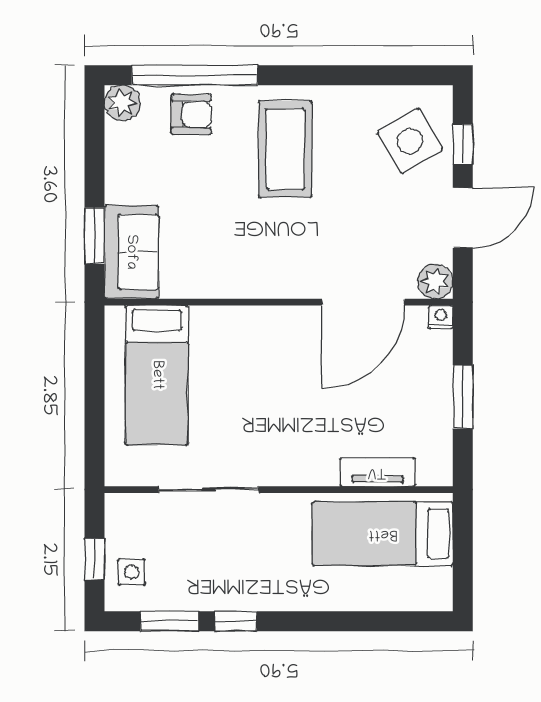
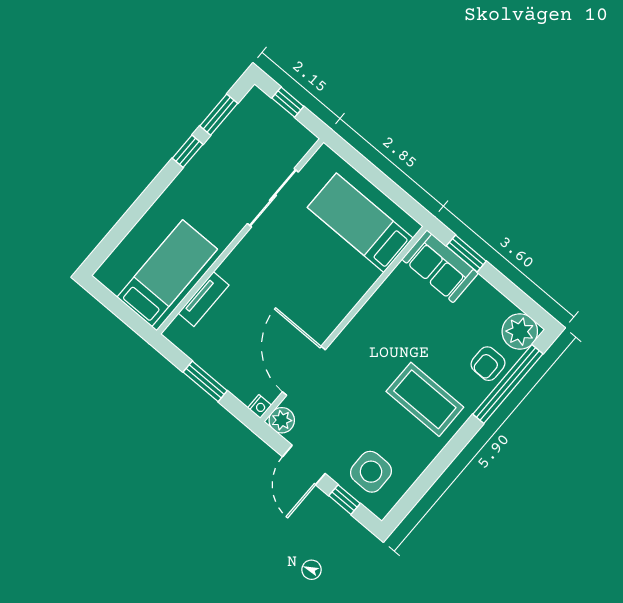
plant: (122, 103) -> (520, 331), width x1.36, depth x1.36
side table: (410, 141) -> (371, 472), turned 31
side table: (132, 572) -> (263, 117), removed

